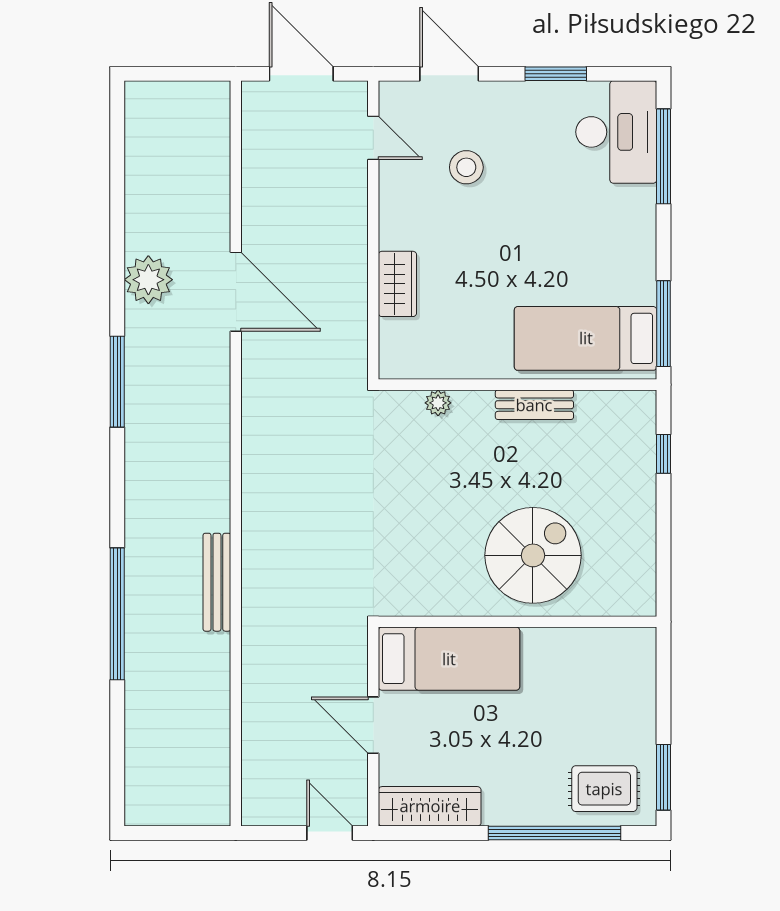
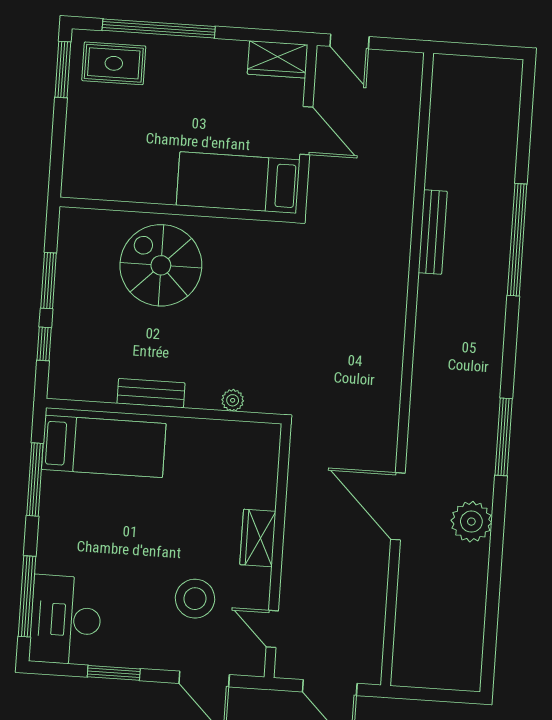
stool: (466, 167) -> (195, 599), width x1.38, depth x1.38
wardrobe: (397, 284) -> (258, 538), moved
window: (664, 324) -> (35, 480), moved
window: (664, 529) -> (48, 281), added
spiral stairs: (533, 555) -> (161, 265), turned 90
bench: (217, 582) -> (433, 232), moved
wardrobe: (430, 806) -> (278, 59), width x0.67

